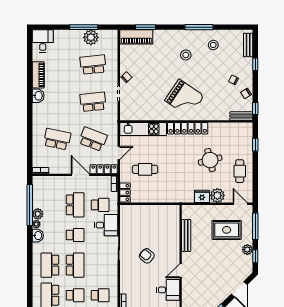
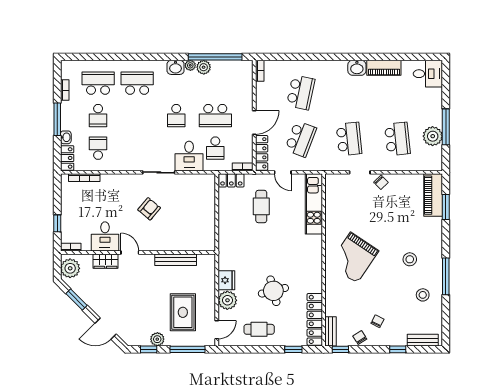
locker: (188, 128) -> (315, 319), moved
school desk: (75, 265) -> (137, 116), removed
wardrobe: (187, 289) -> (106, 261), added
school desk: (100, 295) -> (98, 148), turned 180

